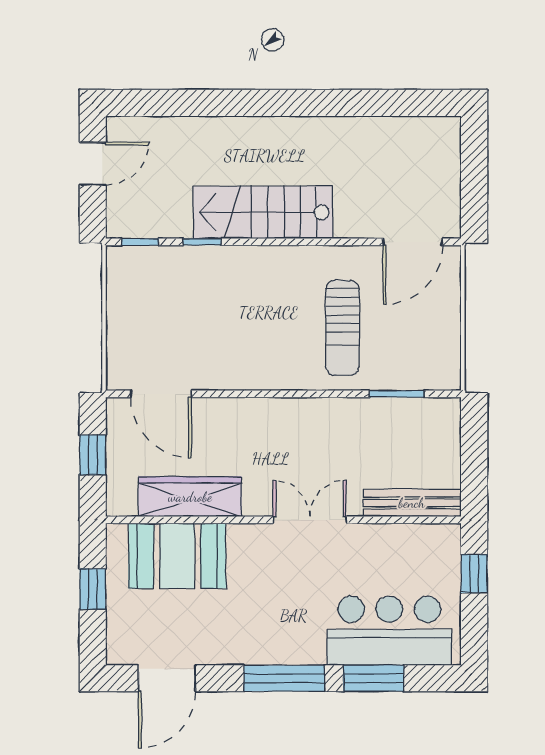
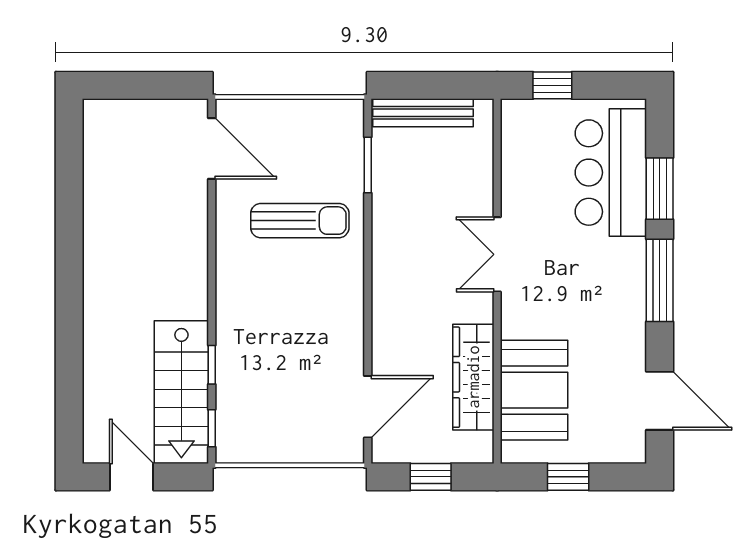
stairs: (263, 212) -> (181, 392), moved
bench: (412, 503) -> (423, 113), moved, turned 90

